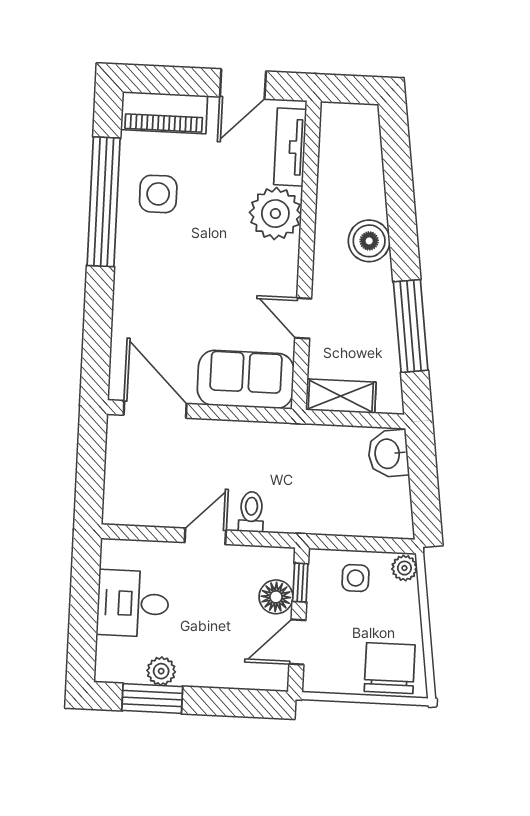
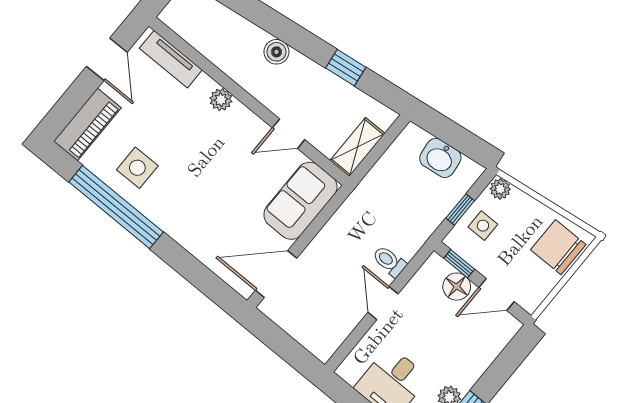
plant: (275, 214) -> (221, 100), width x0.53, depth x0.53
boiler: (369, 241) -> (276, 52), width x0.73, depth x0.73
window: (411, 326) -> (346, 68), width x0.46
washbasin: (388, 454) -> (440, 158), moved
window: (355, 544) -> (460, 209), added
door: (297, 642) -> (496, 294), hinge flipped

